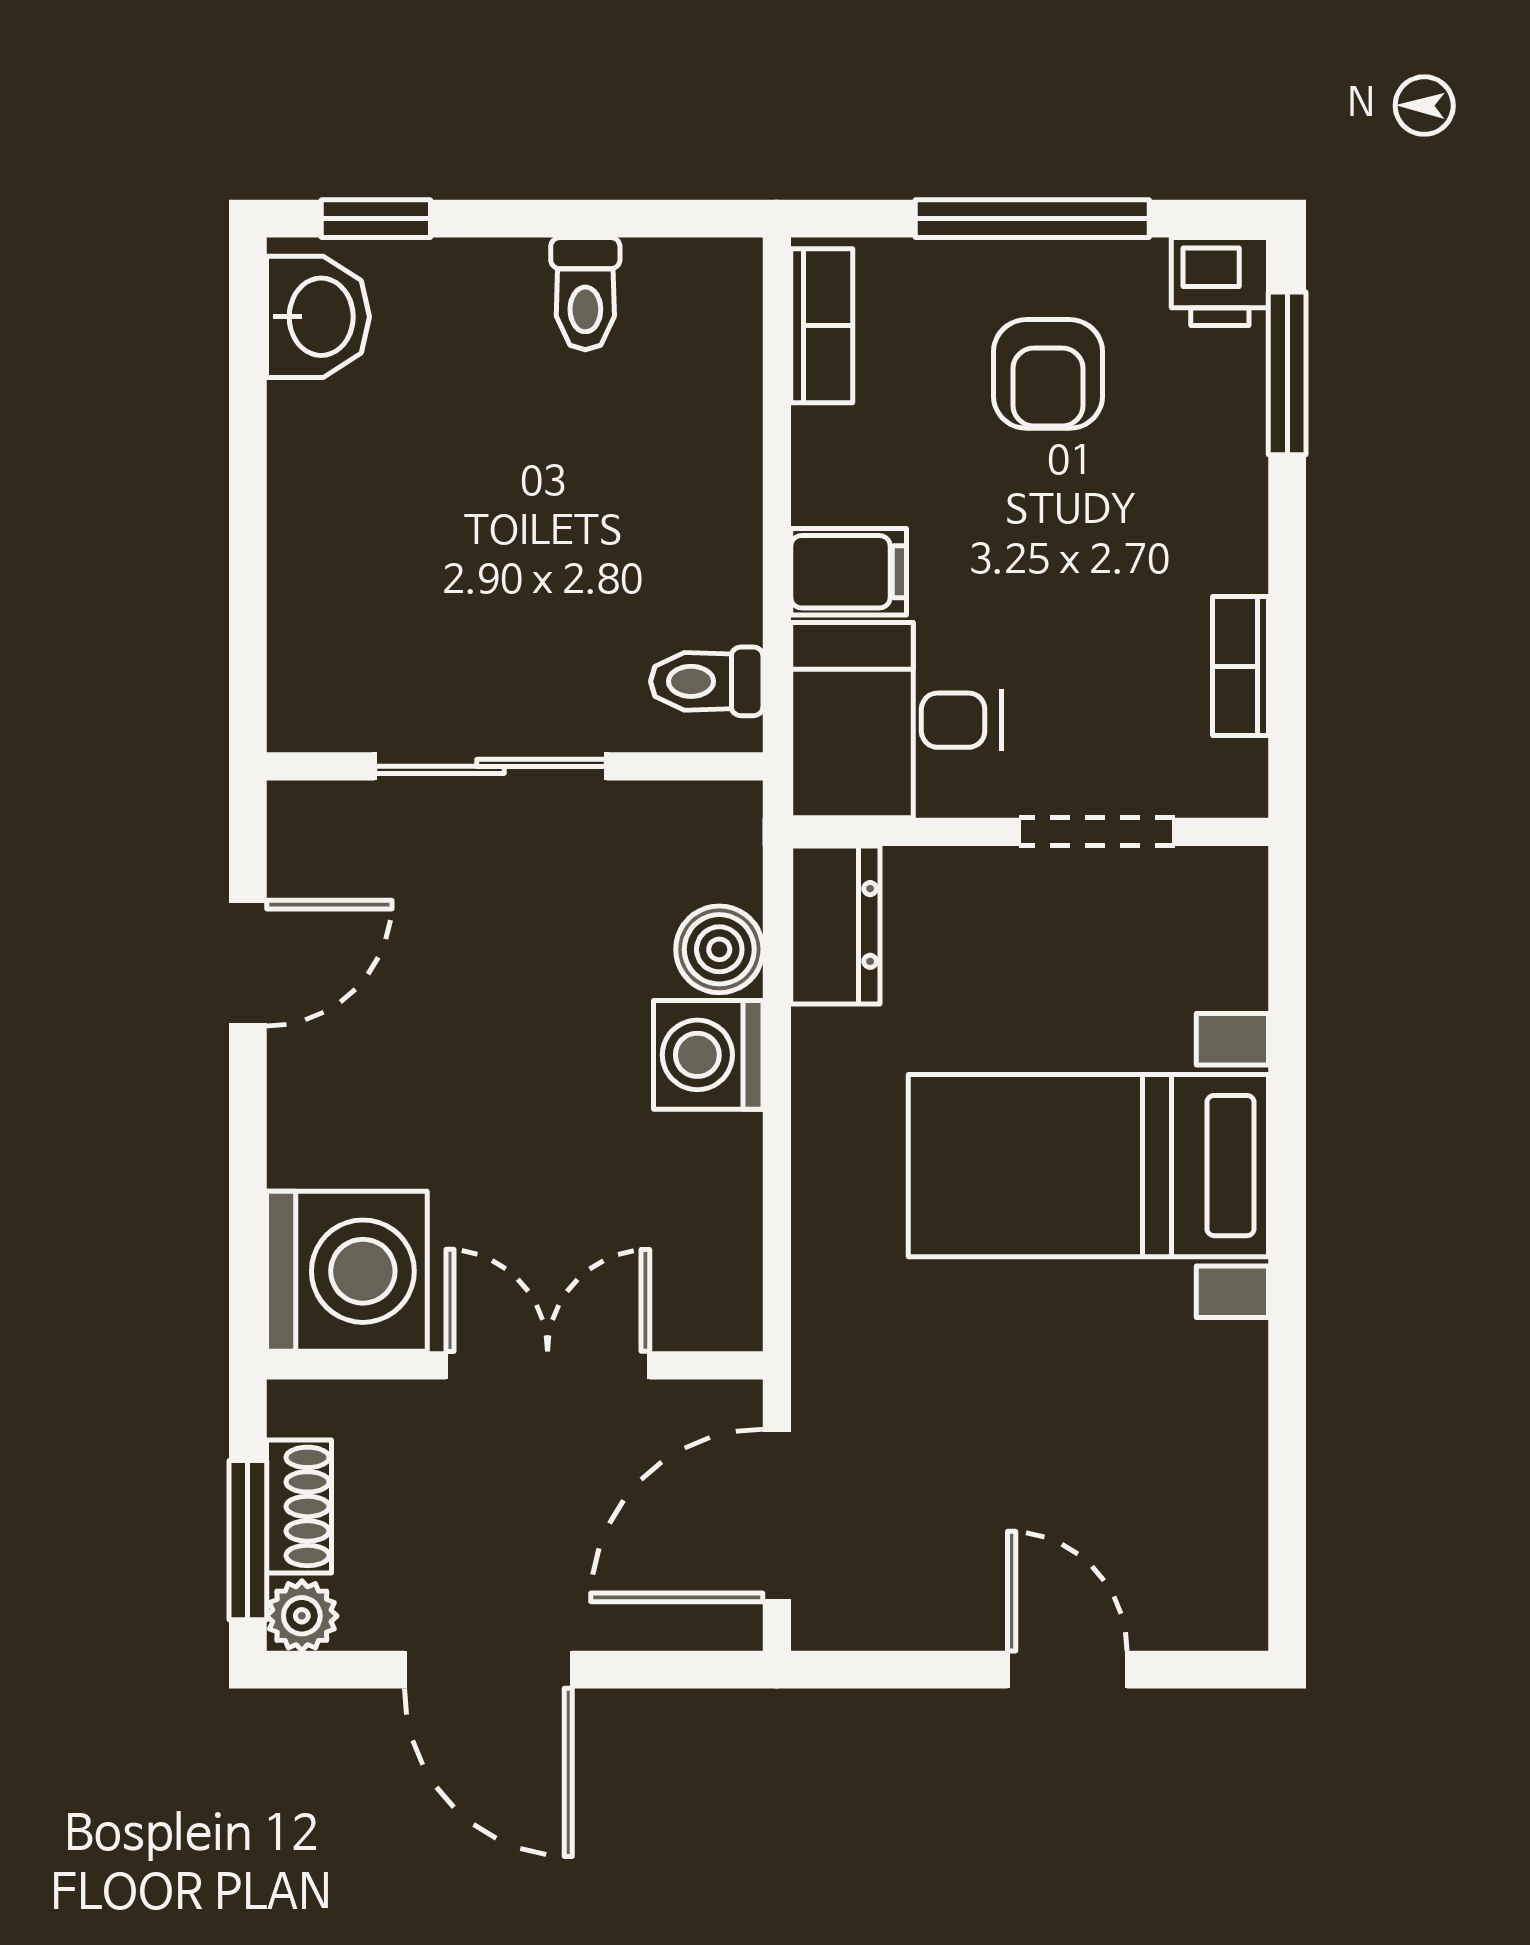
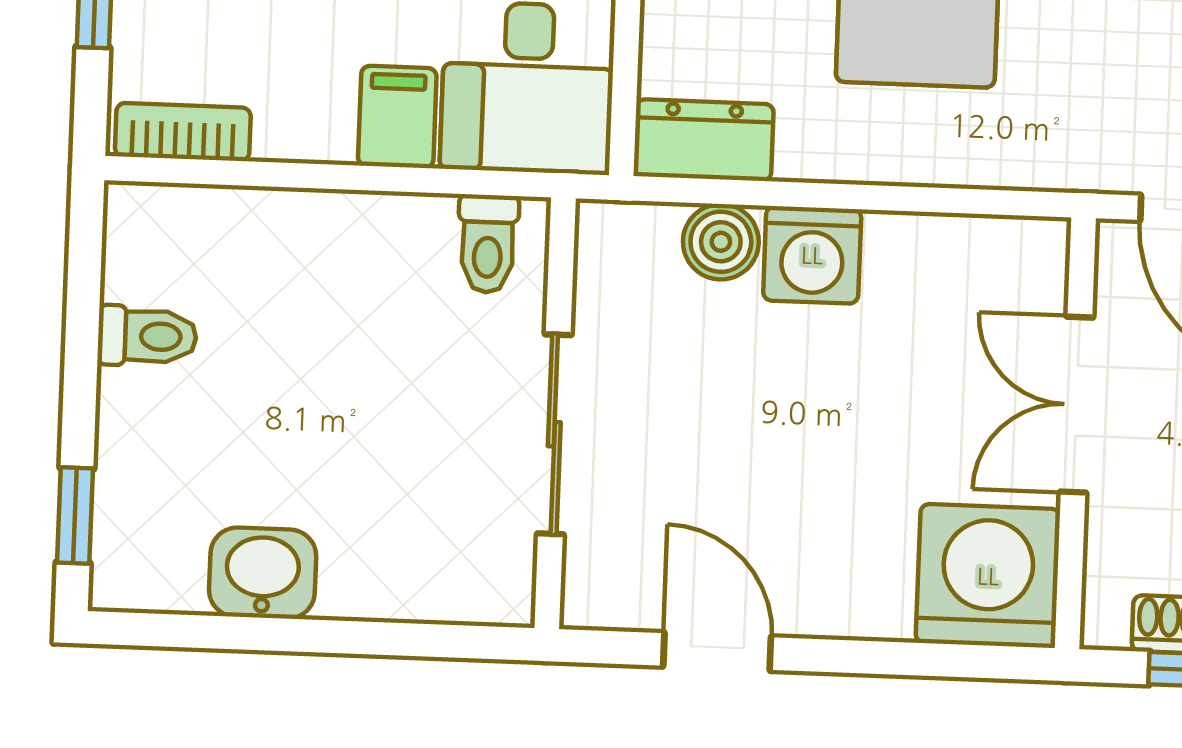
washbasin: (318, 317) -> (263, 573), moved

